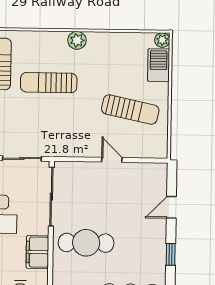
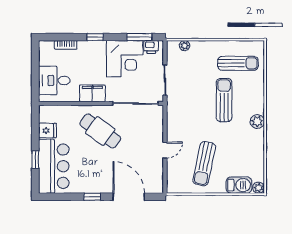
door: (171, 207) -> (129, 197), width x1.88
cafe table: (86, 243) -> (100, 131), turned -54

